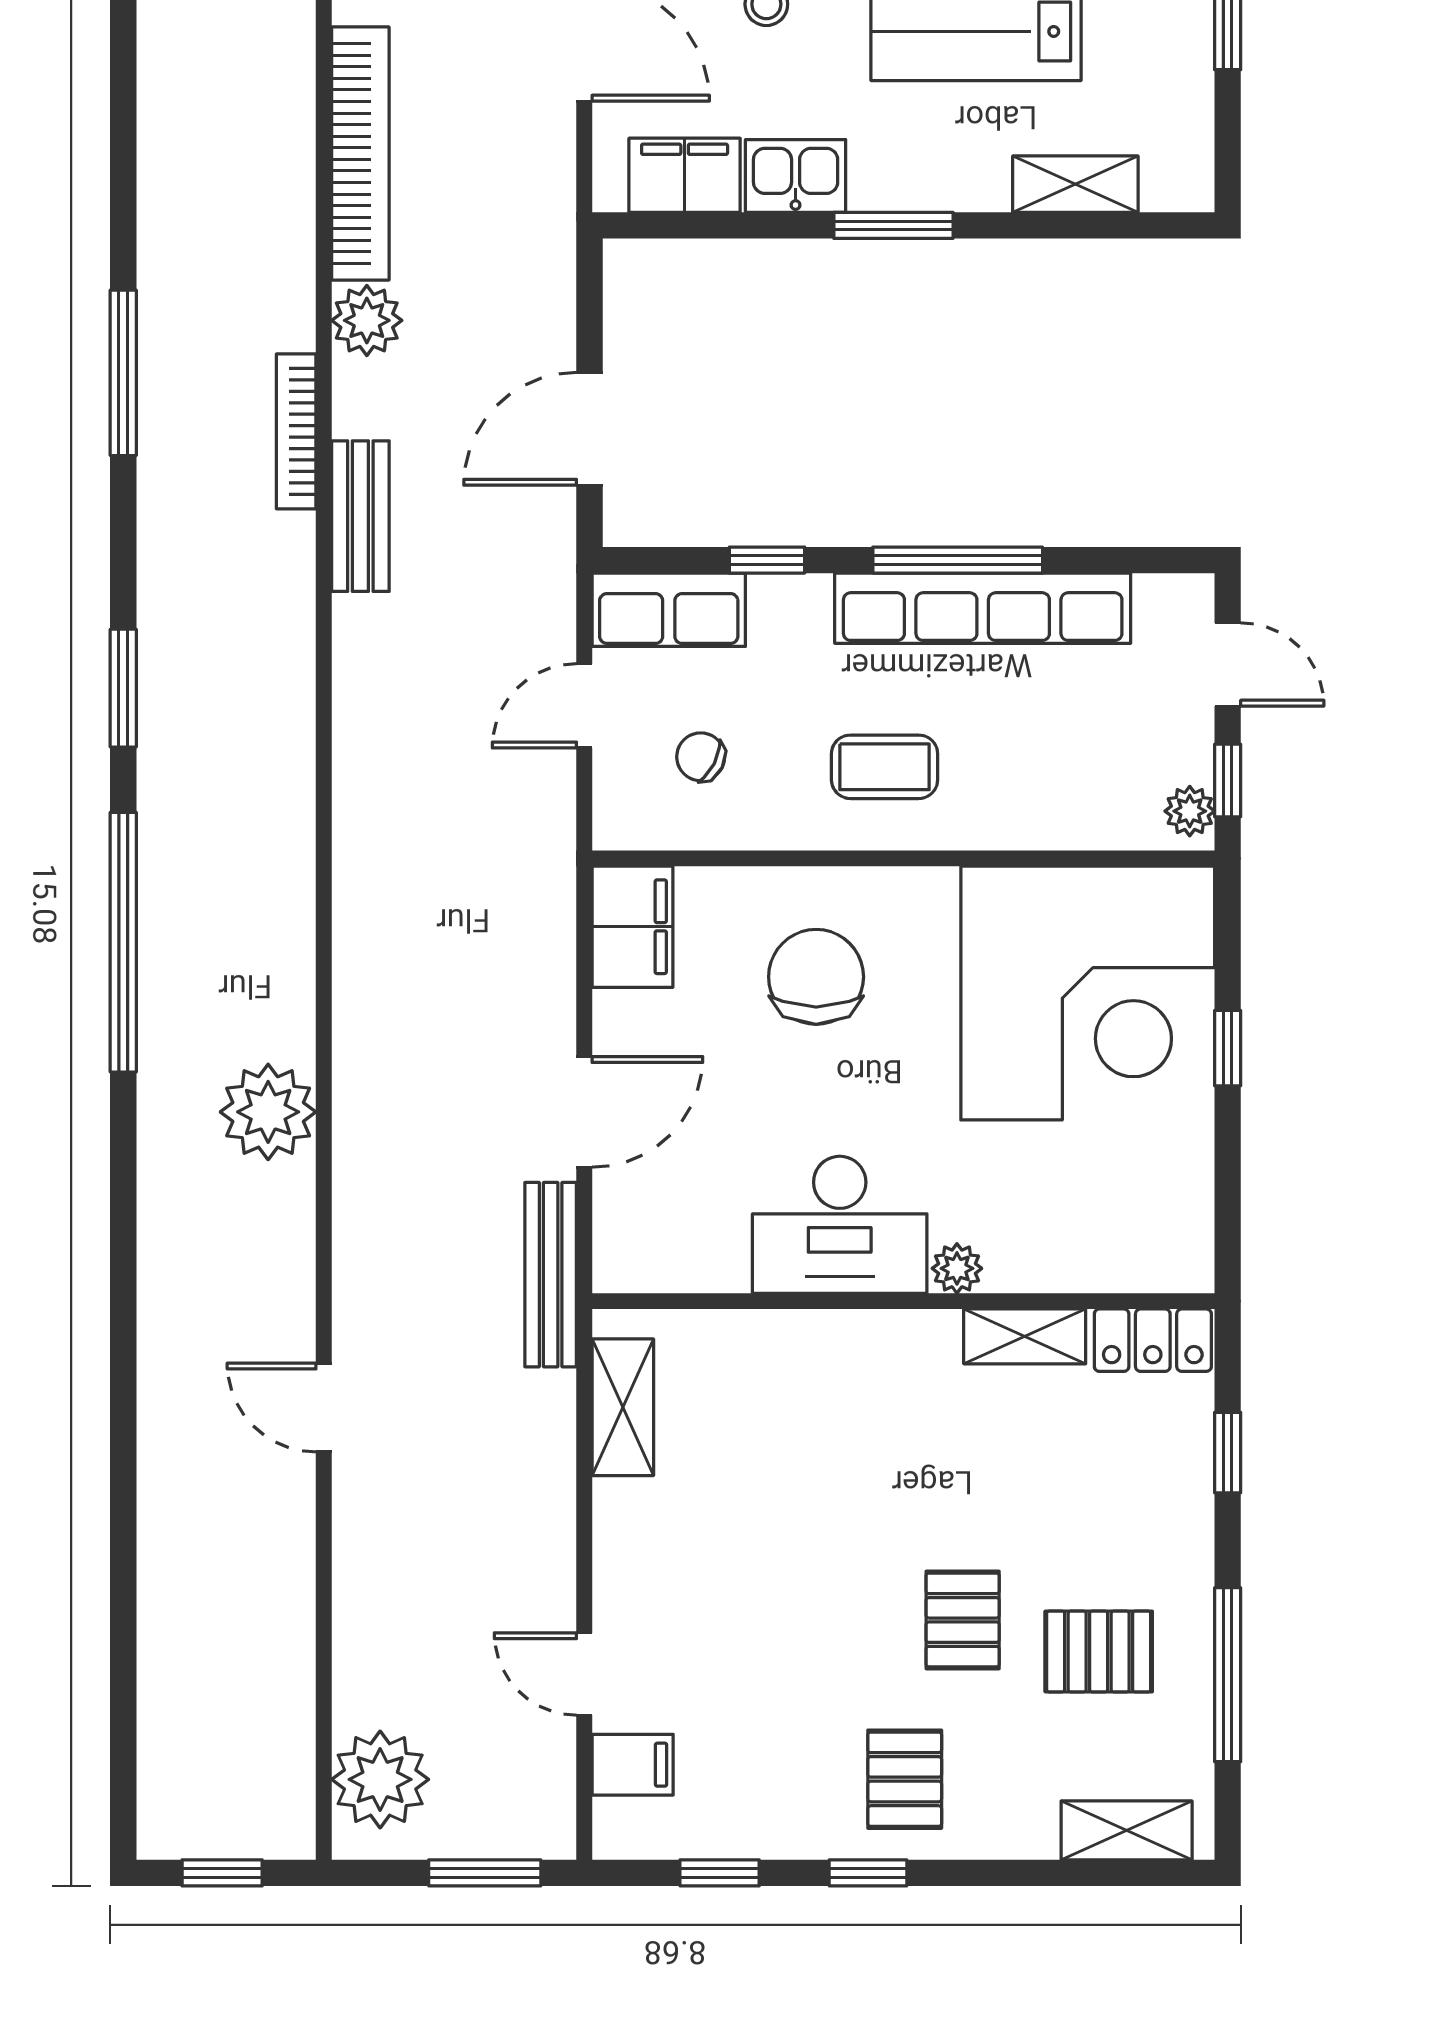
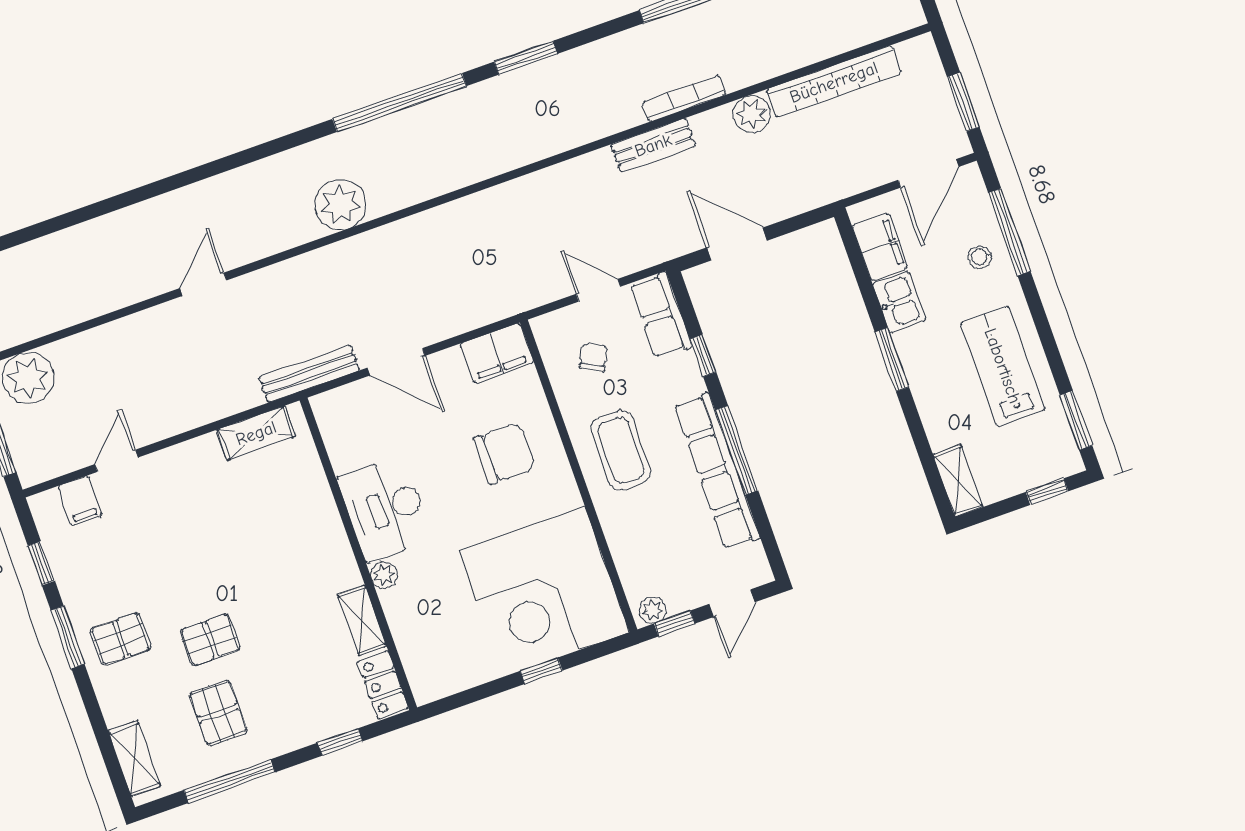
shelving: (1075, 184) -> (958, 481), moved
coffee table: (885, 767) -> (621, 450), width x1.36, depth x1.30
window: (868, 1873) -> (68, 637), width x1.50

